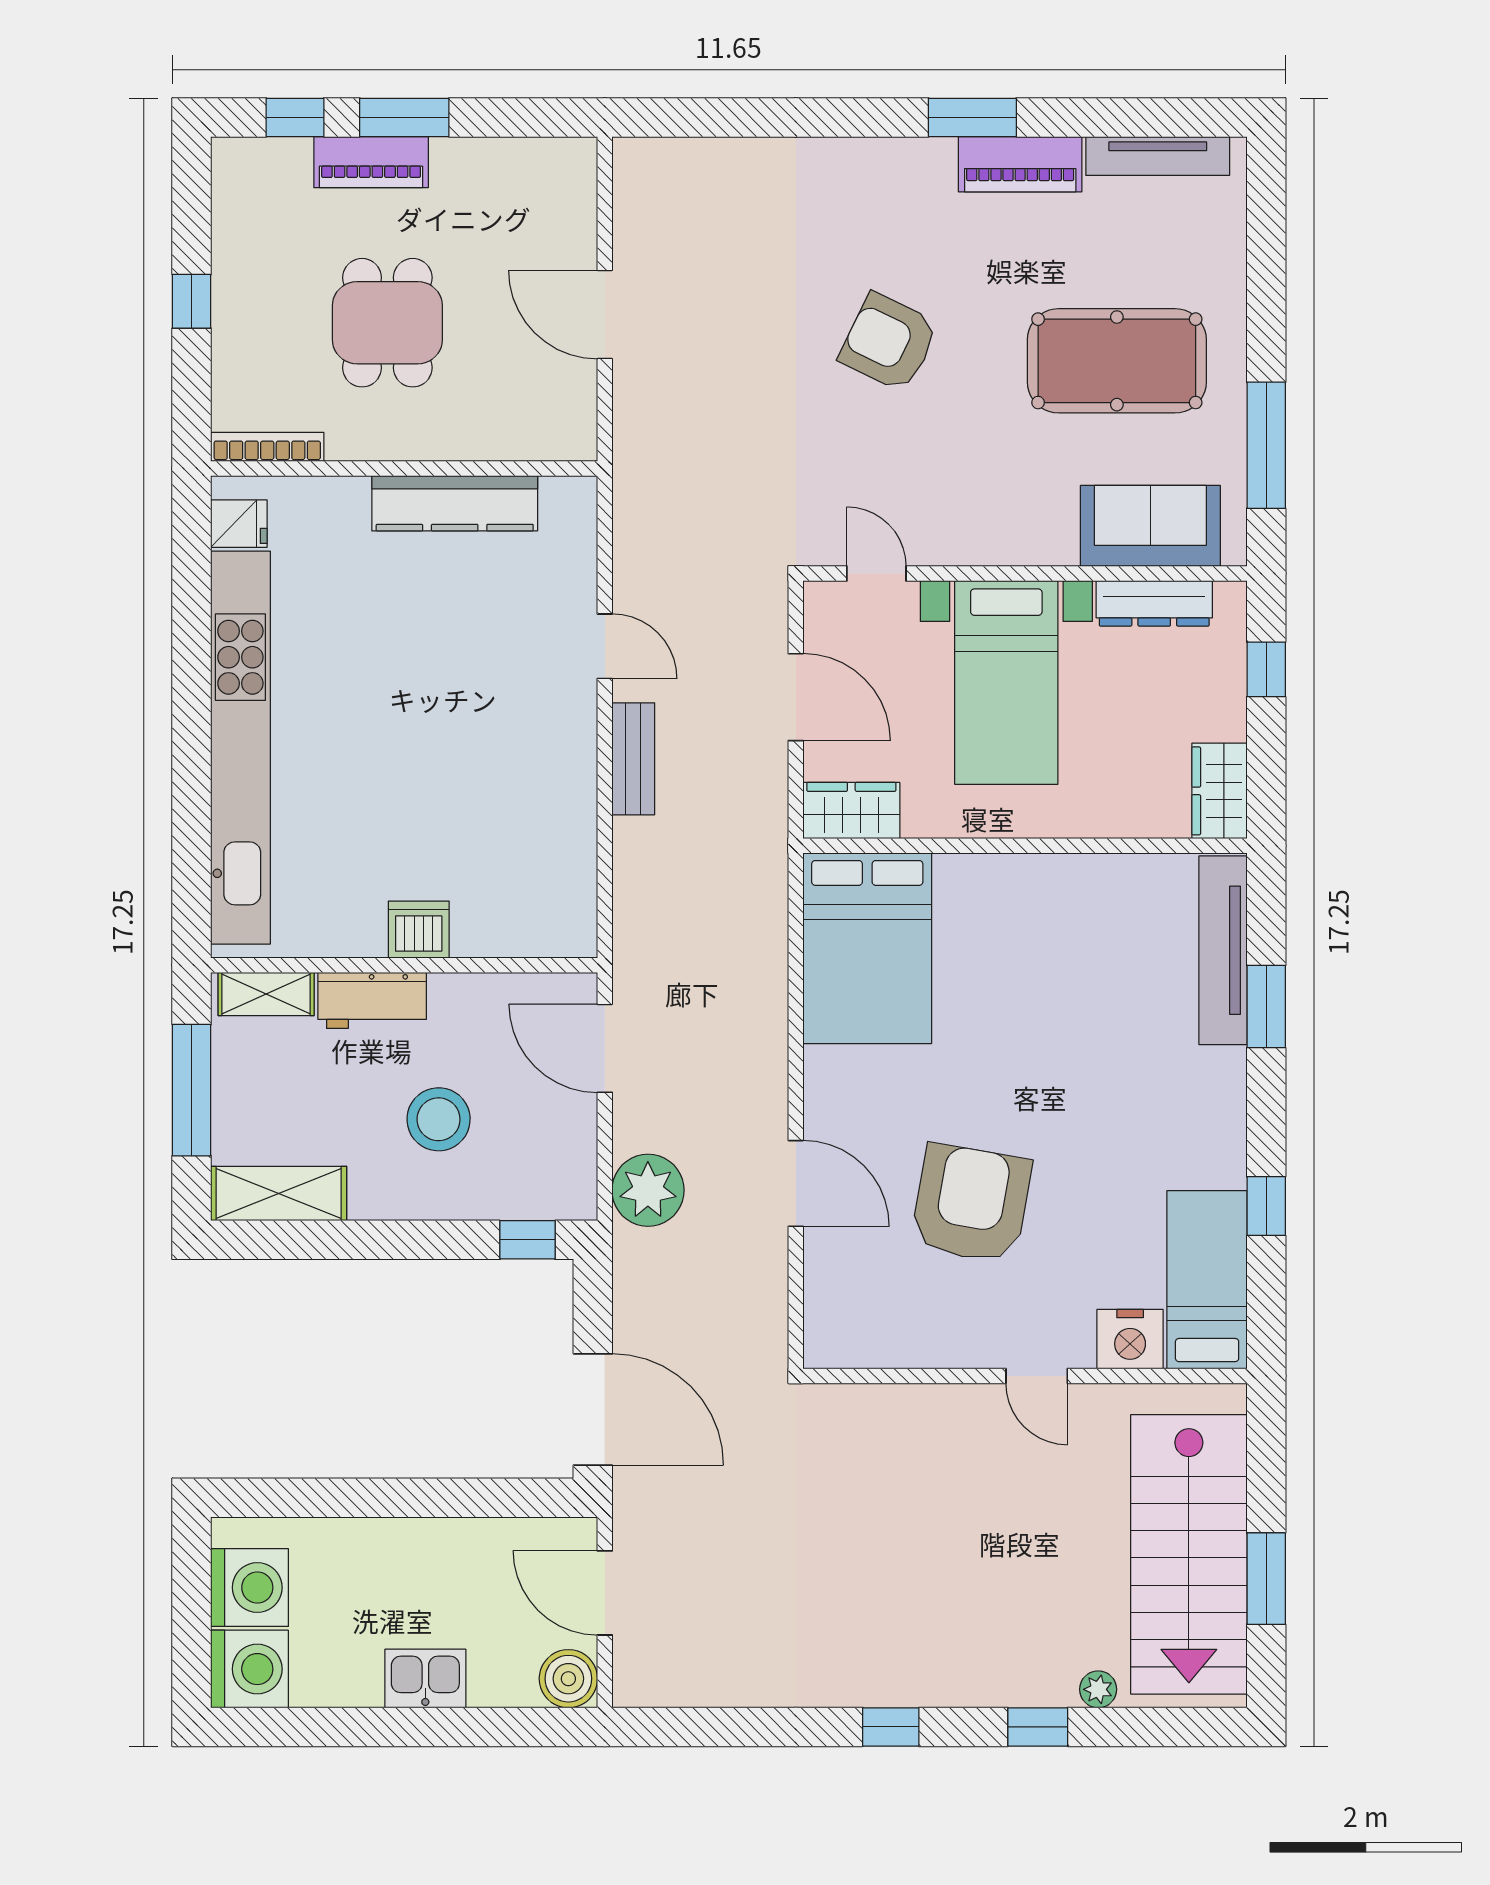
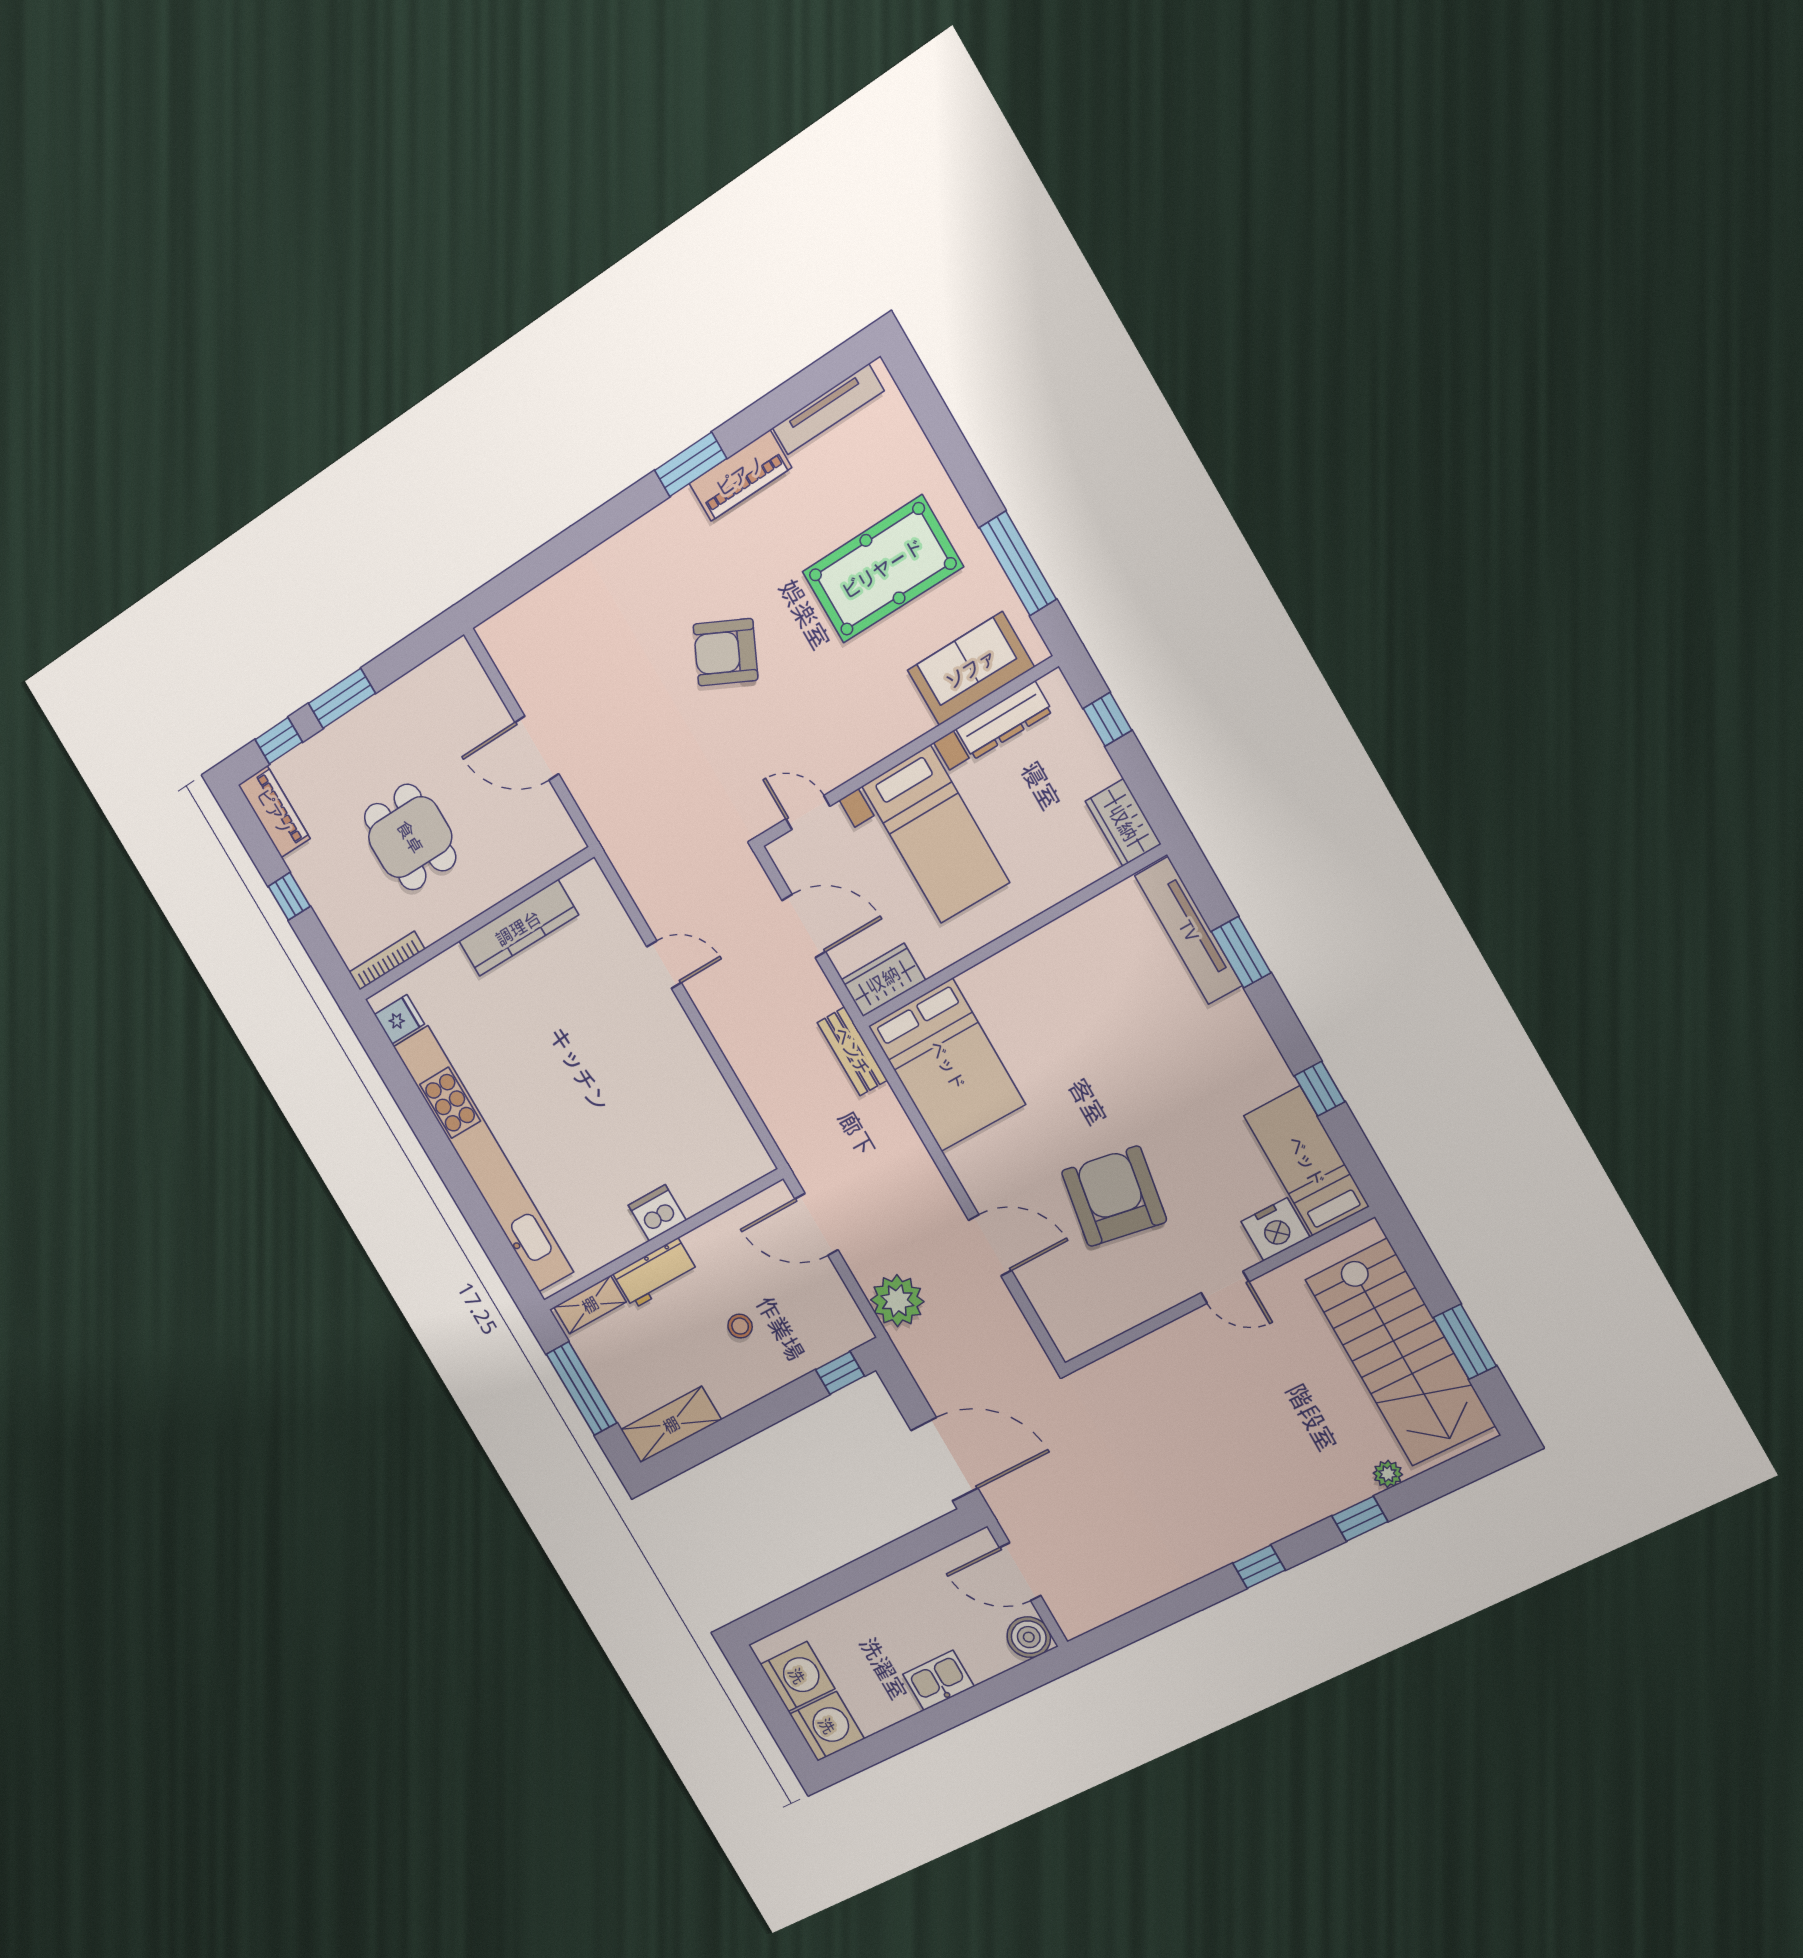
piano: (371, 162) -> (274, 812), moved, turned -90
bench: (633, 759) -> (852, 1051), moved
stool: (439, 1119) -> (740, 1326), width x0.53, depth x0.53

